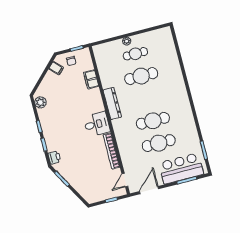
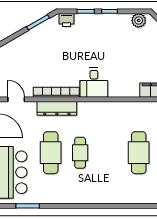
dresser: (112, 104) -> (57, 108), moved
cafe table: (153, 121) -> (80, 153), width x0.73, depth x0.74

